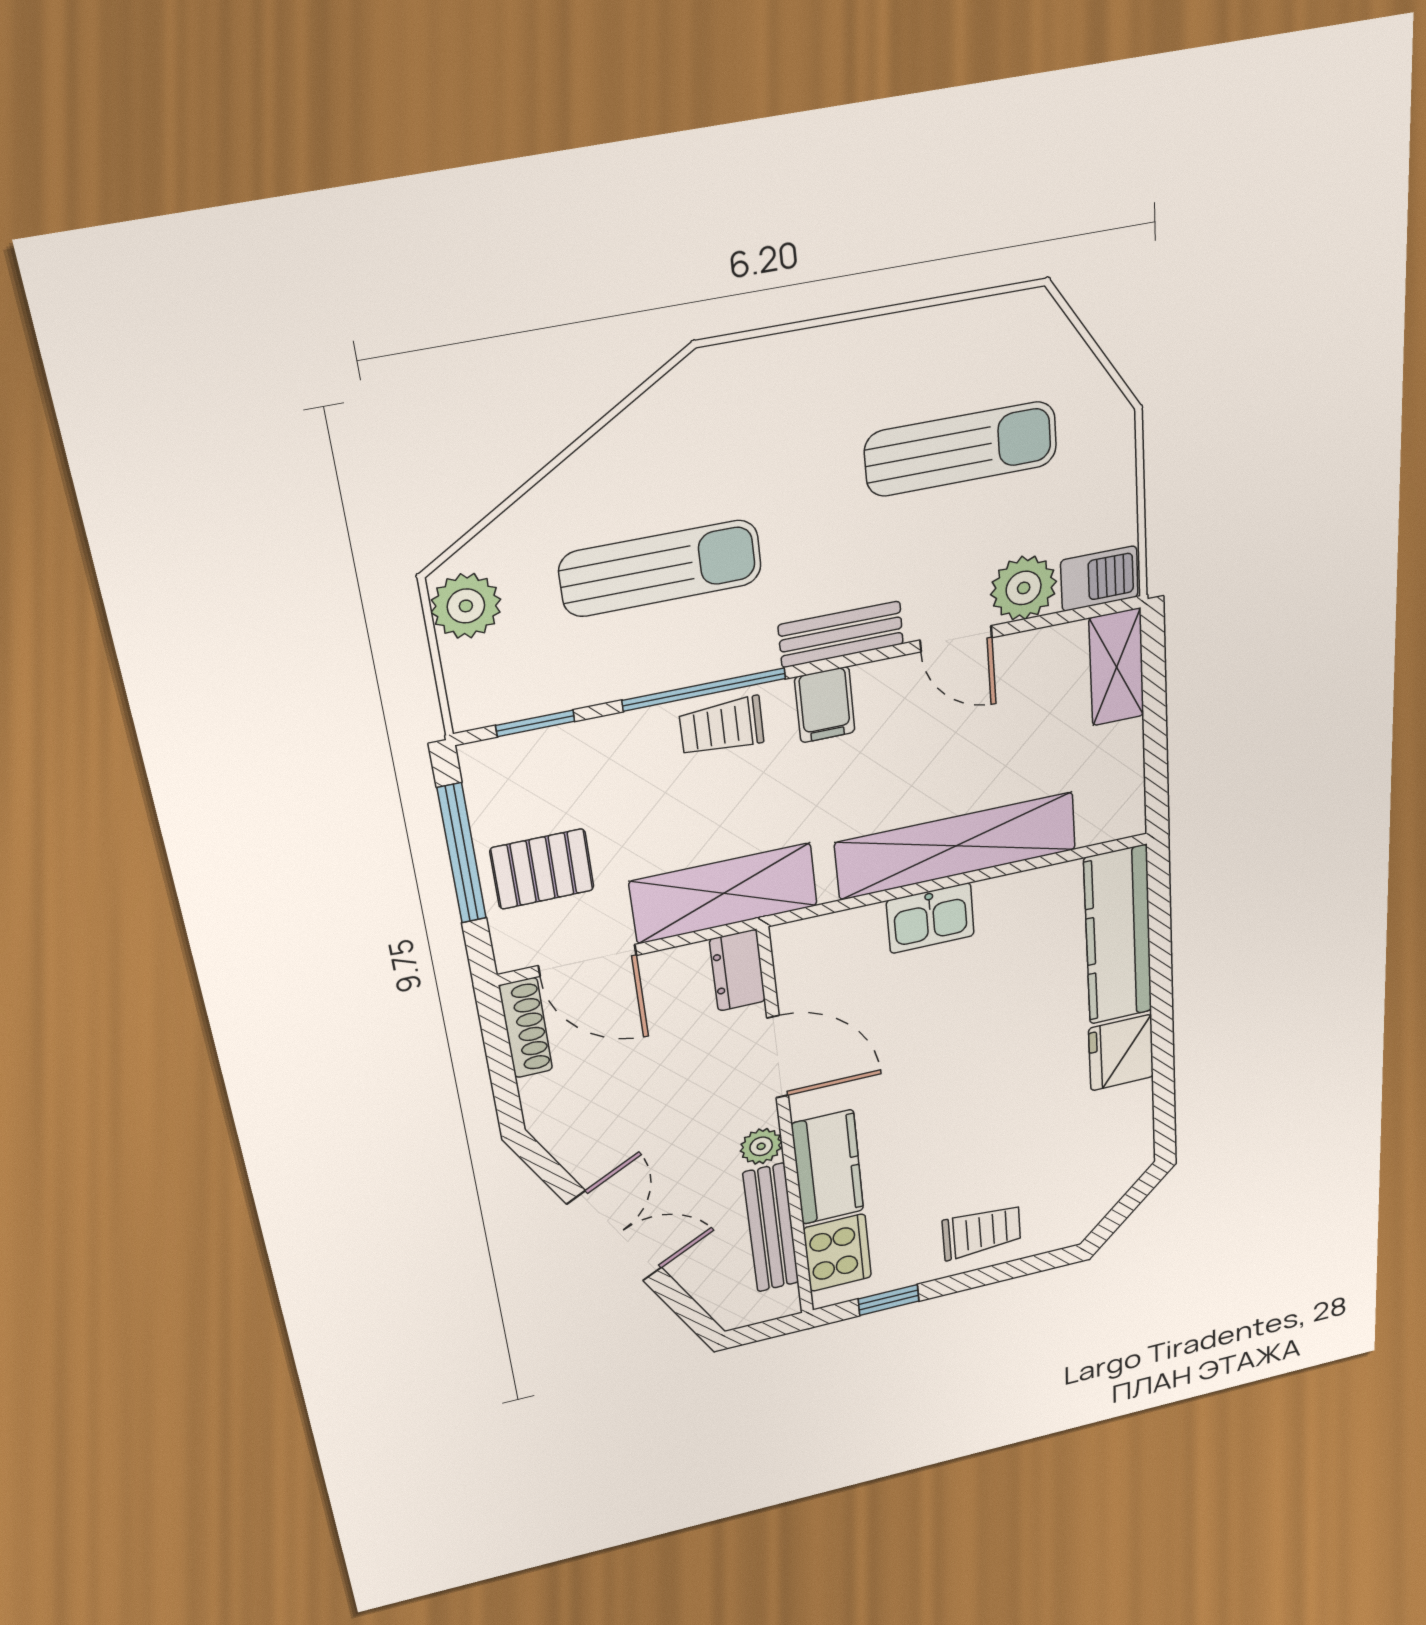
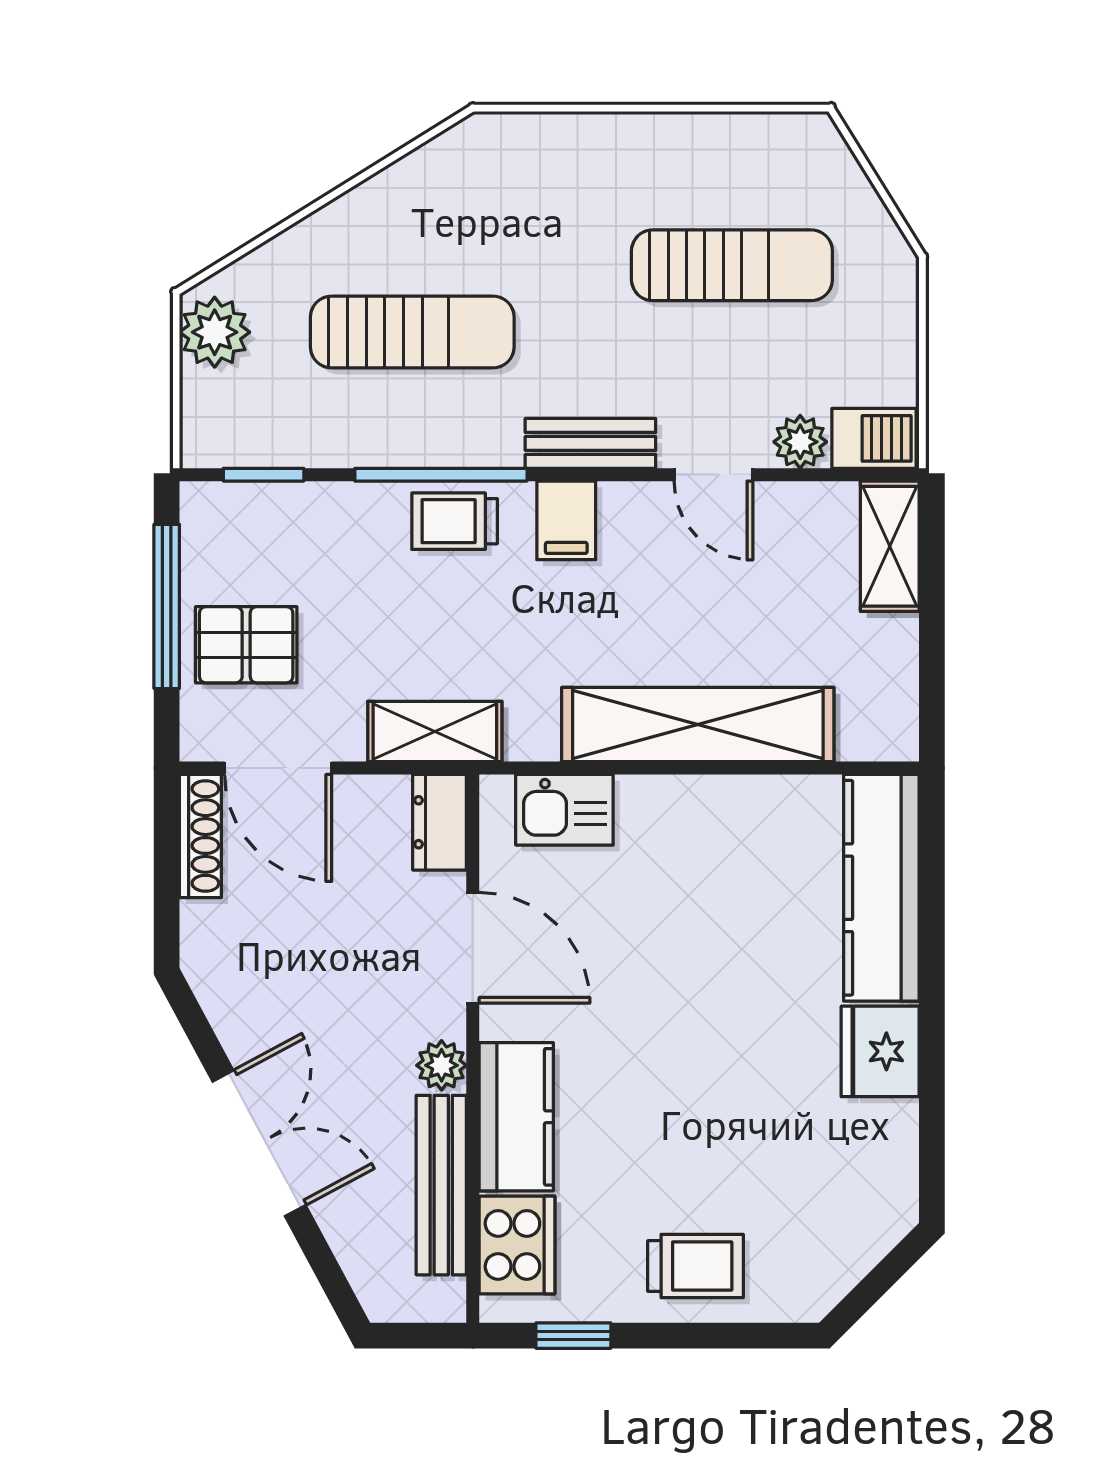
plant: (1024, 588) -> (800, 442), width x0.73, depth x0.73
shelving: (724, 893) -> (435, 731), width x0.67, depth x0.75
kitchen sink: (930, 918) -> (564, 810), moved

